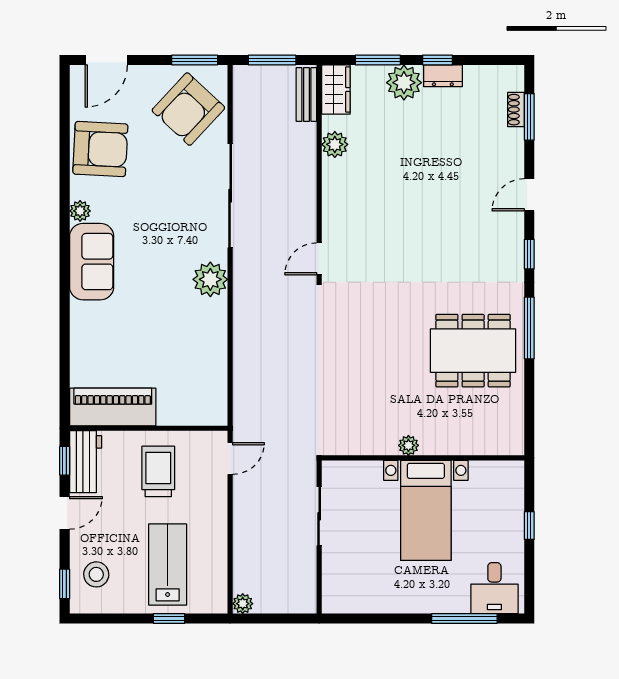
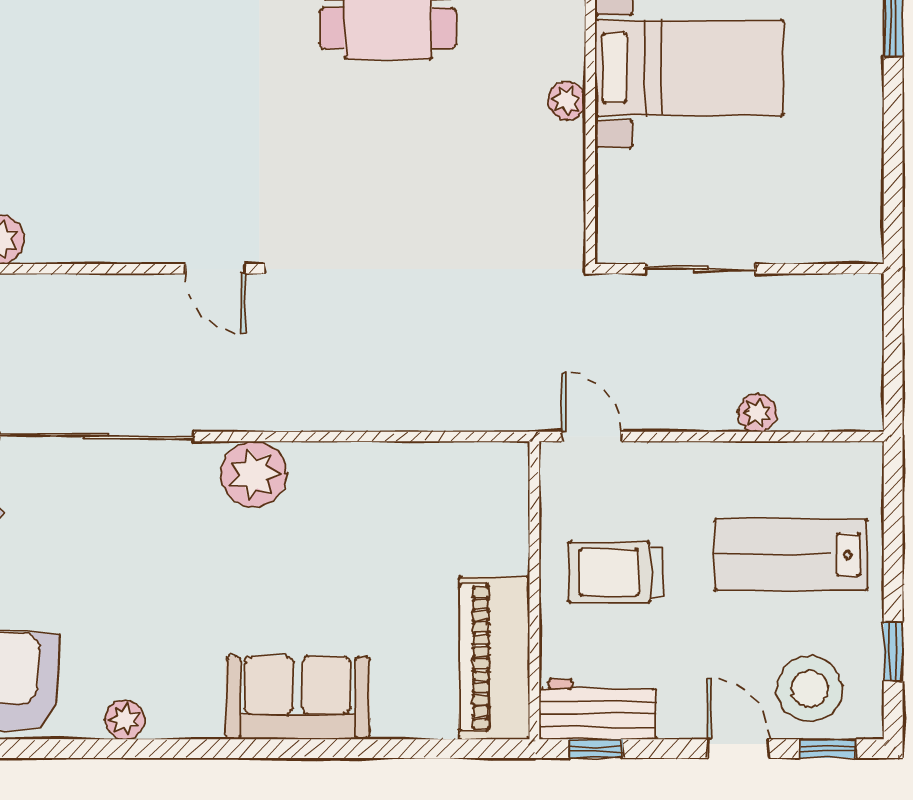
sofa: (92, 262) -> (298, 698), moved
door: (65, 513) -> (738, 749), moved
stool: (96, 574) -> (810, 689), width x1.38, depth x1.38
plant: (243, 604) -> (758, 413), moved
window: (169, 619) -> (893, 651), moved

